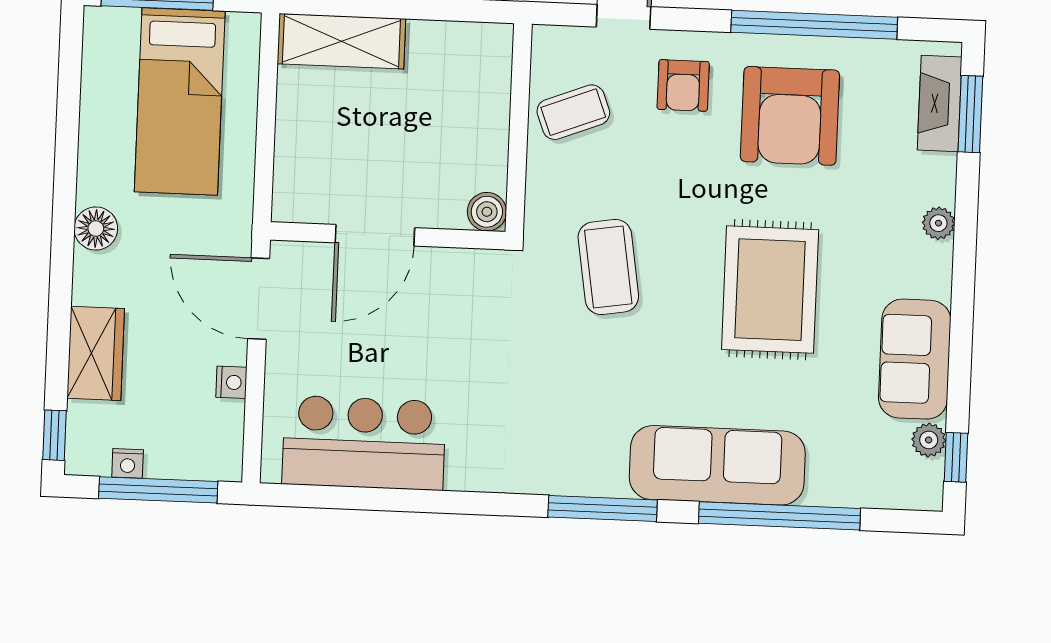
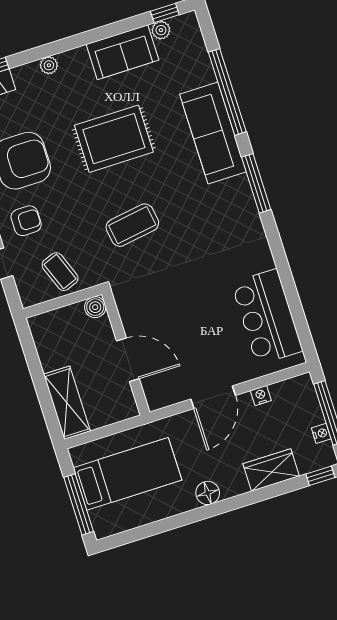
boiler: (487, 212) -> (95, 307), moved
door: (375, 235) -> (128, 360), moved
wall: (388, 236) -> (126, 353), moved

